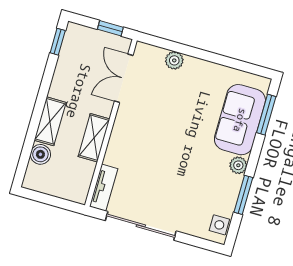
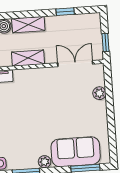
window: (58, 42) -> (65, 12), moved

